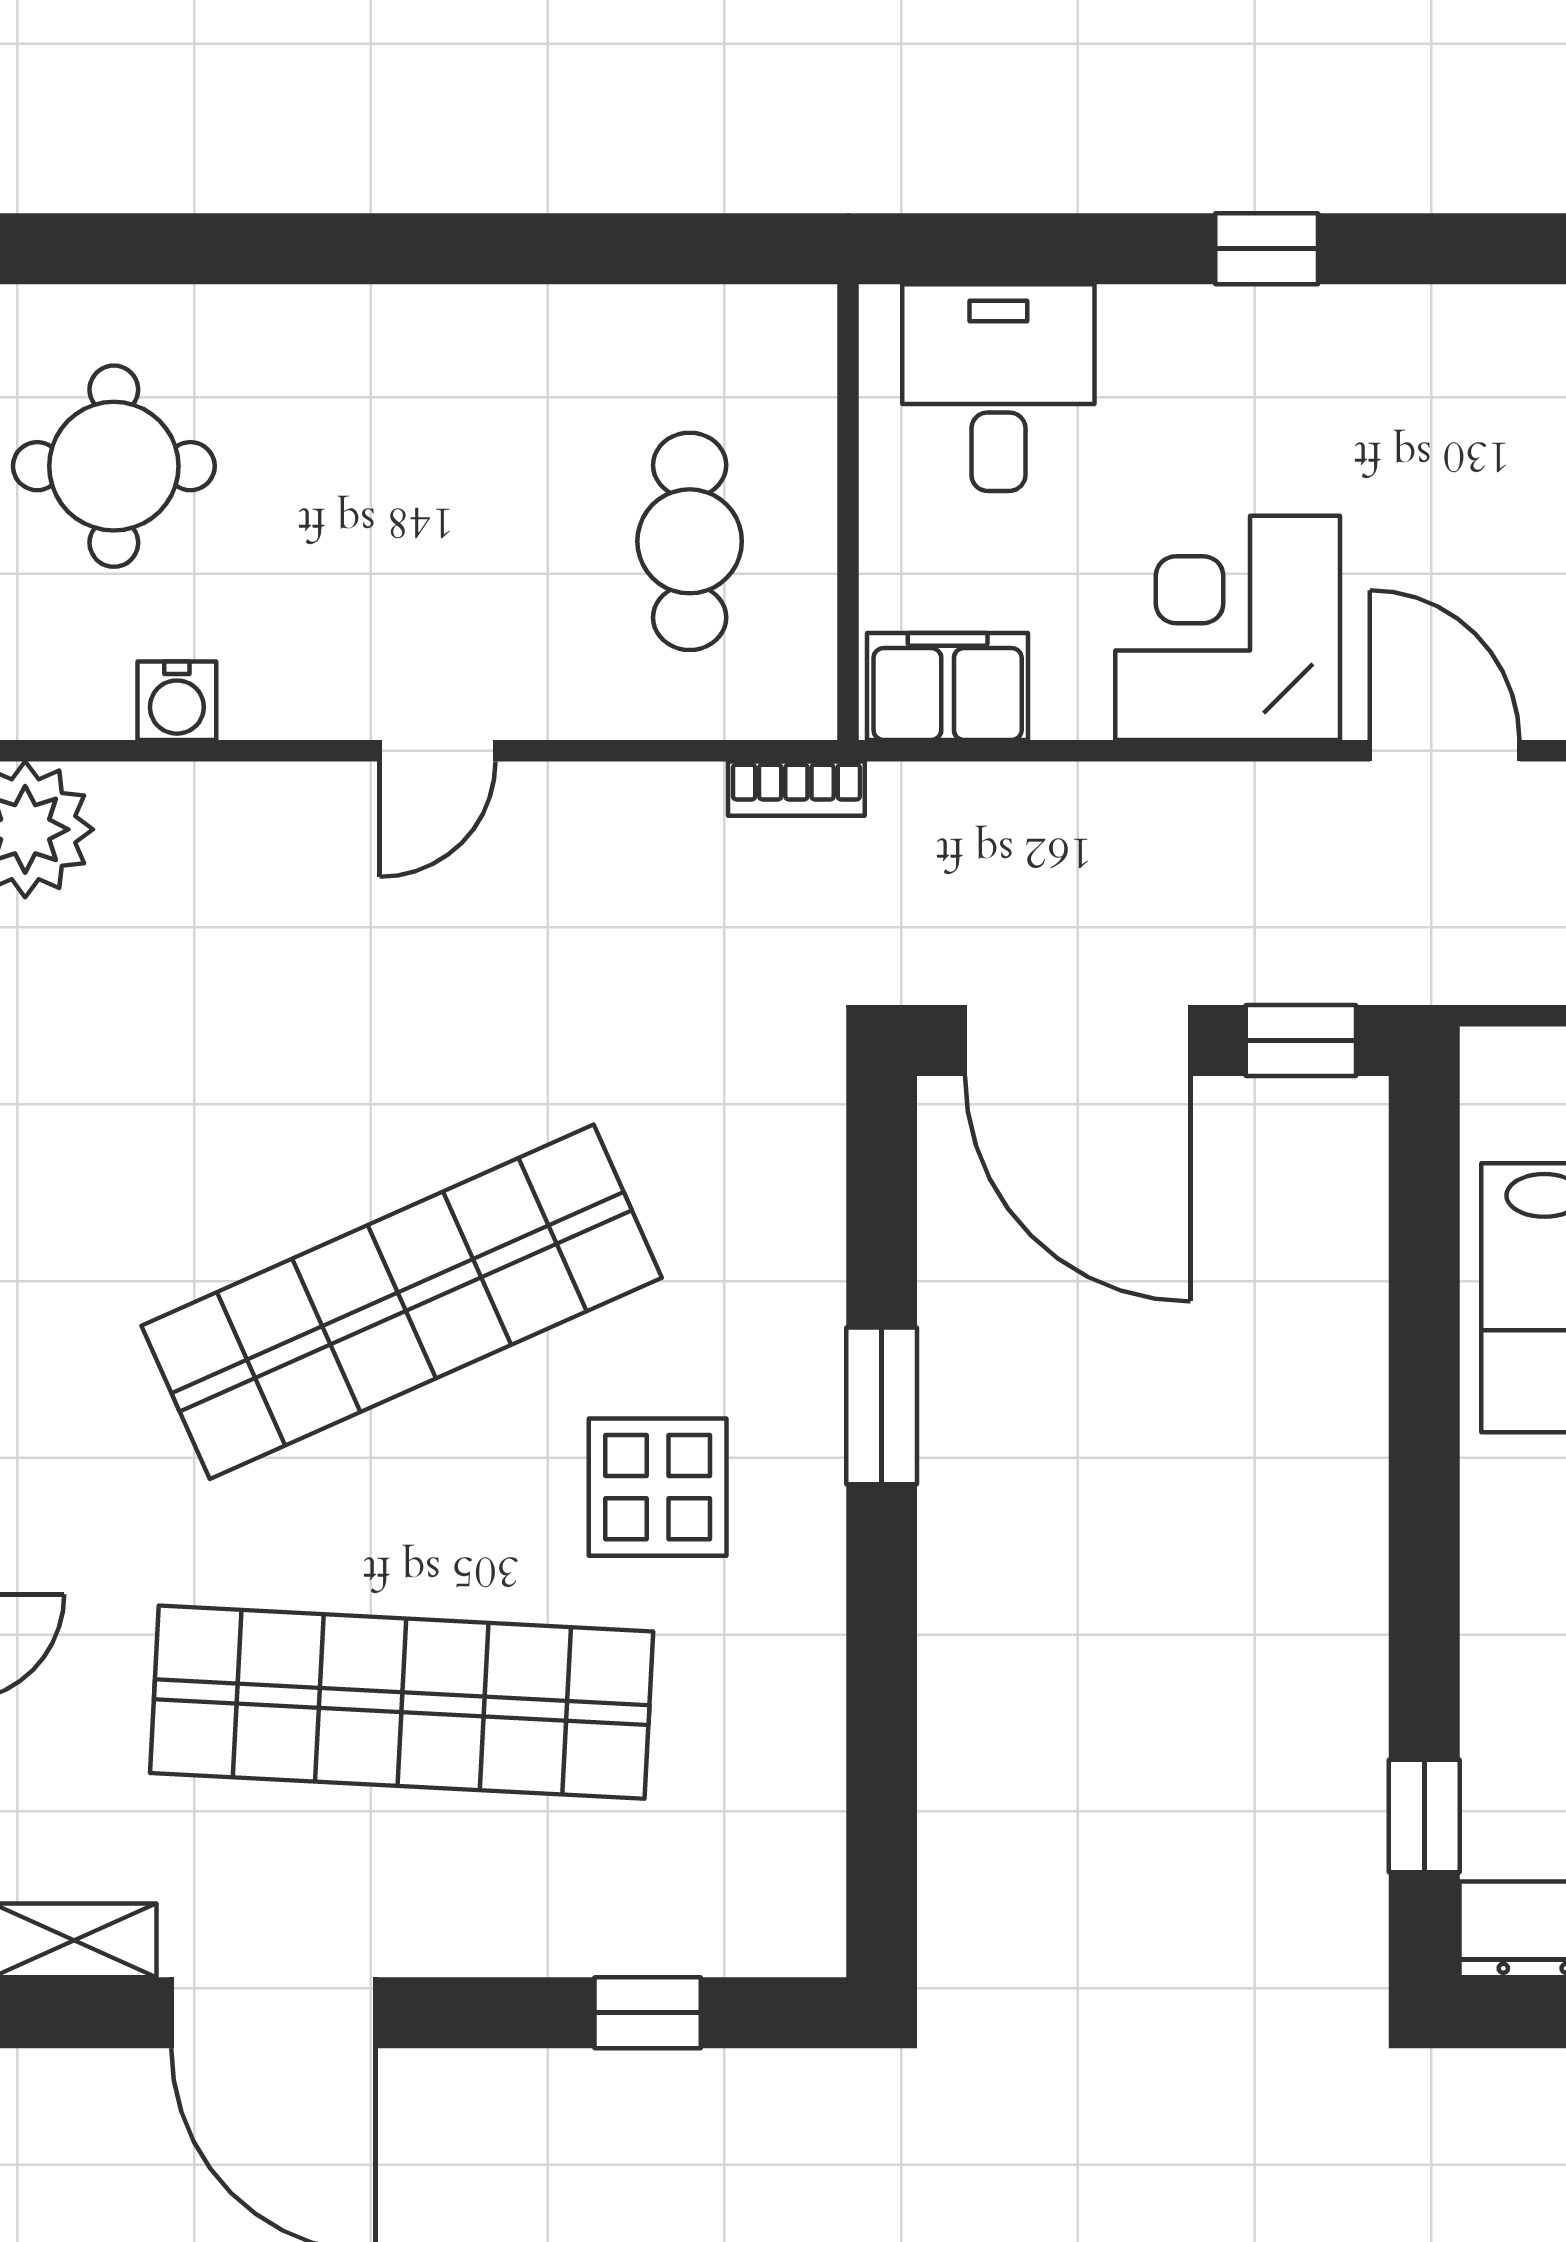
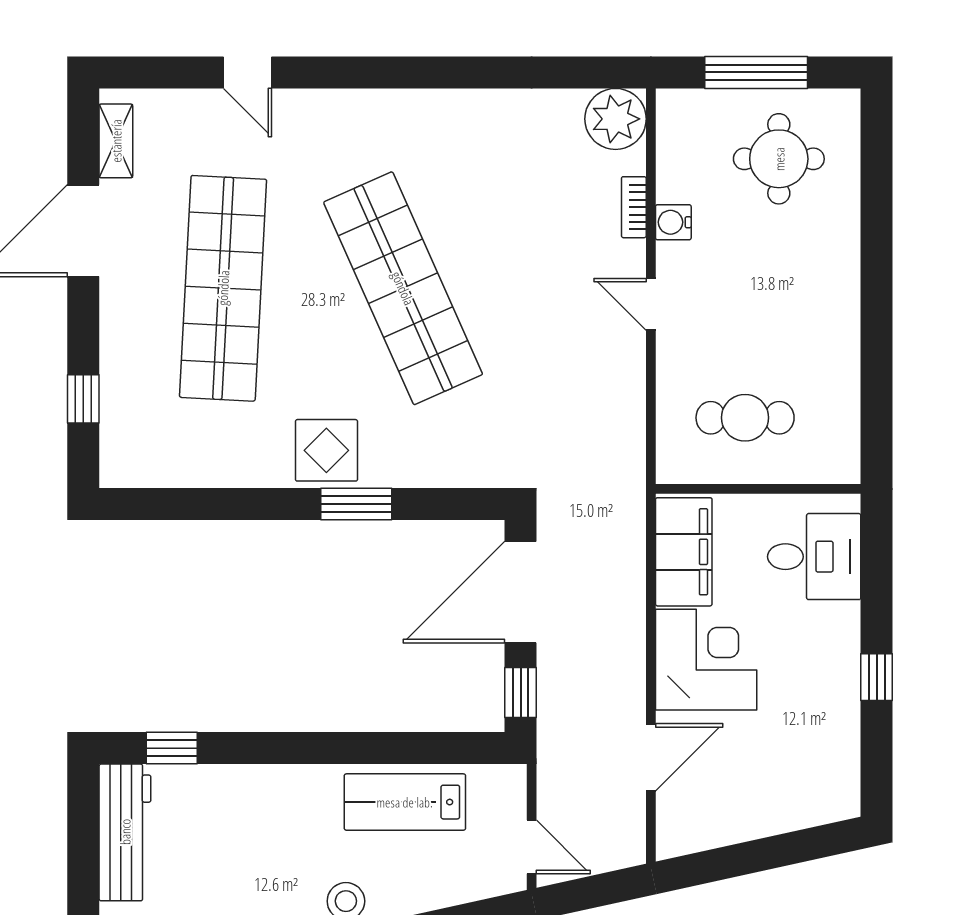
filing cabinet: (948, 687) -> (684, 552), width x1.50, depth x1.17
water cooler: (177, 701) -> (673, 222), moved
bookcase: (796, 789) -> (634, 207), moved
display table: (658, 1487) -> (326, 450), moved

